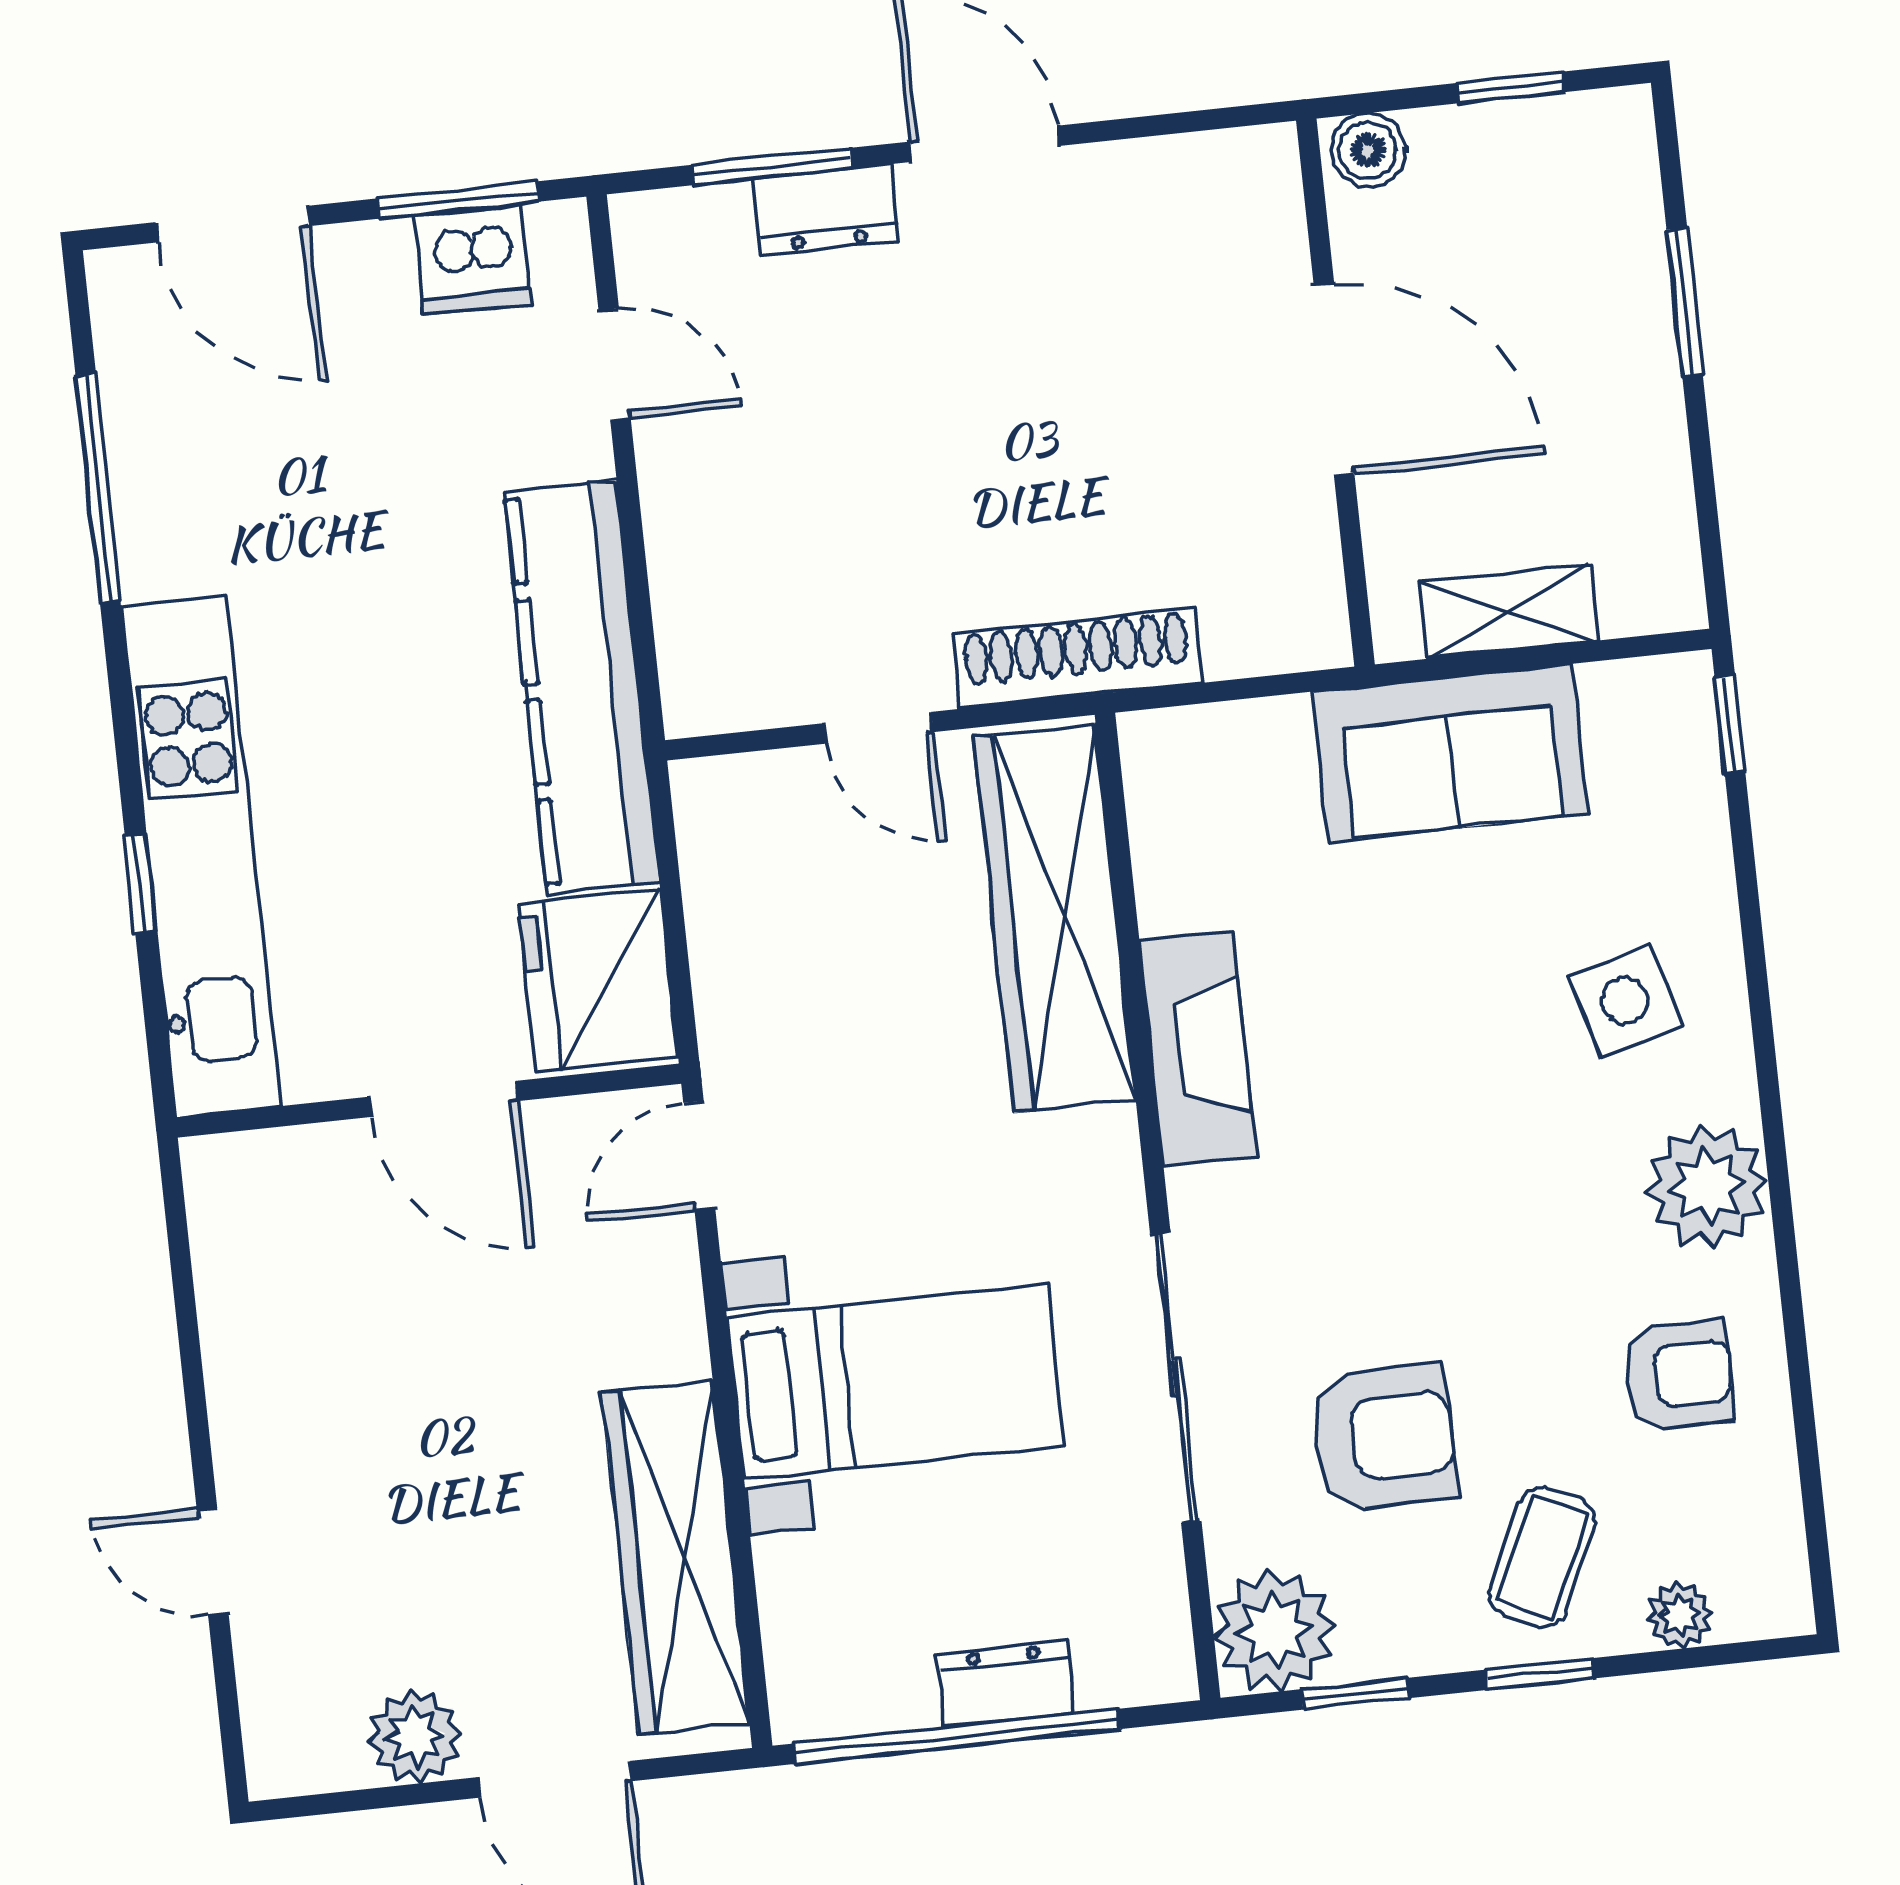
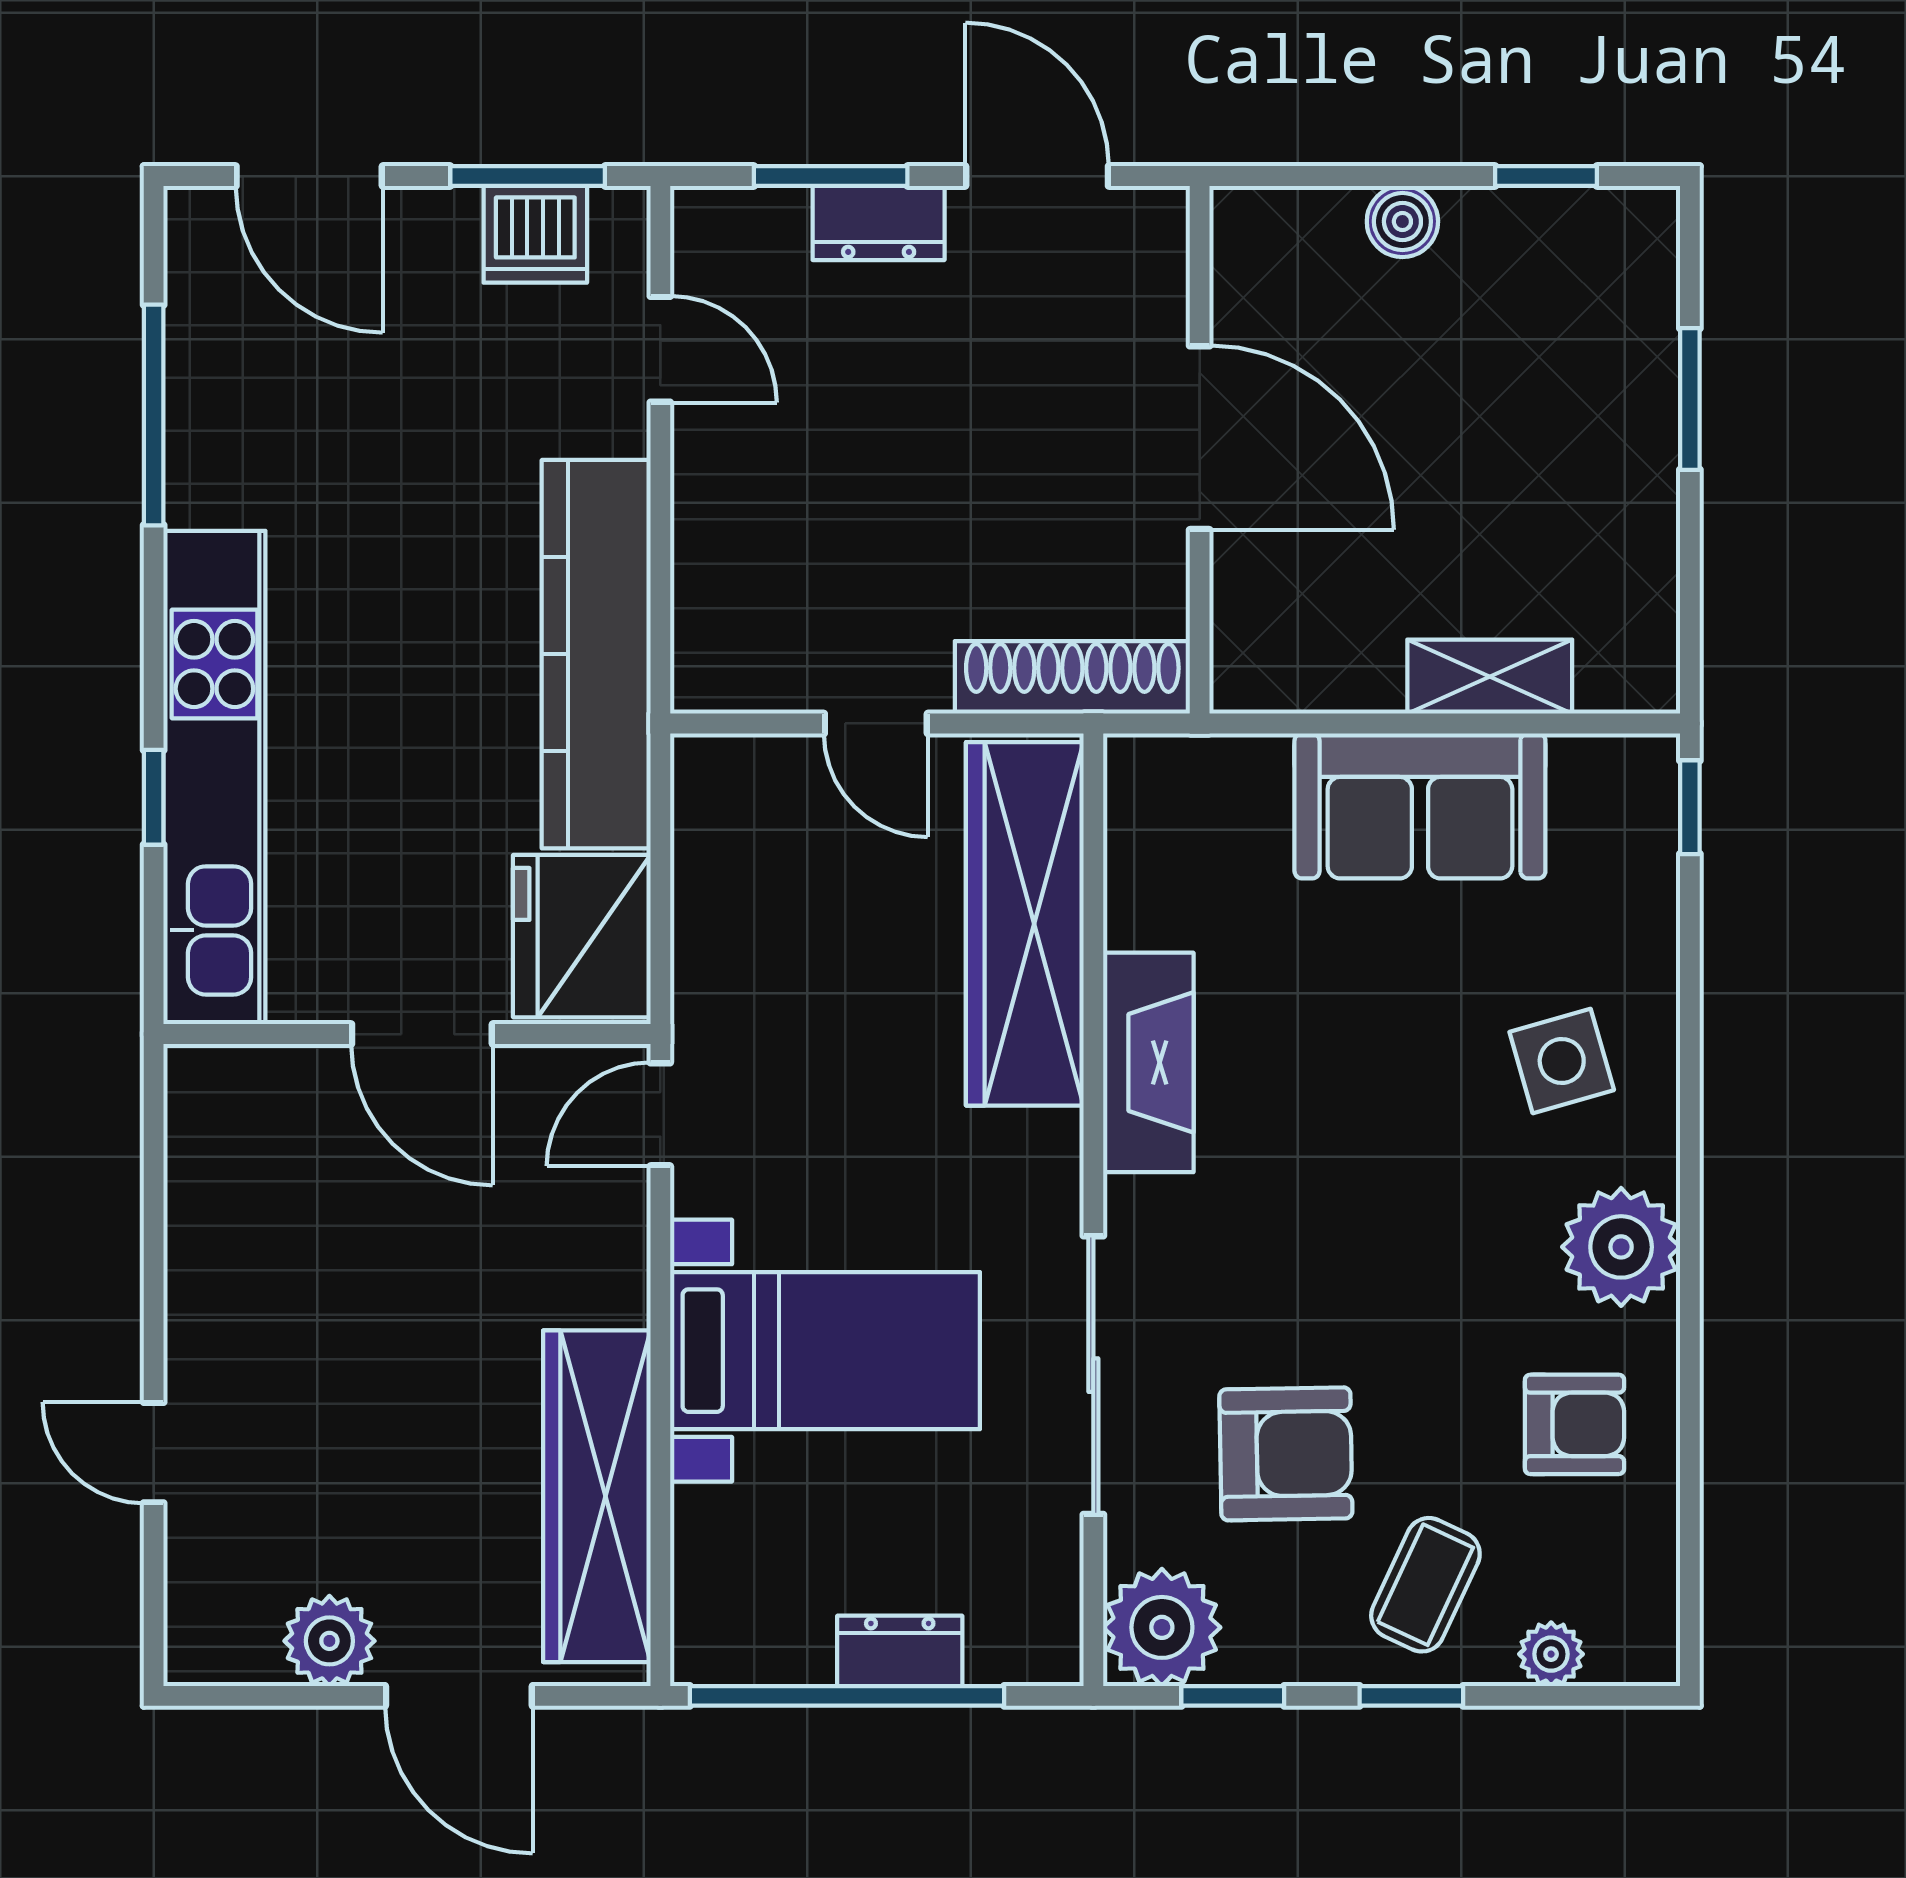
door: (1334, 380) -> (1200, 438), moved
wall: (1335, 393) -> (1200, 450), moved

